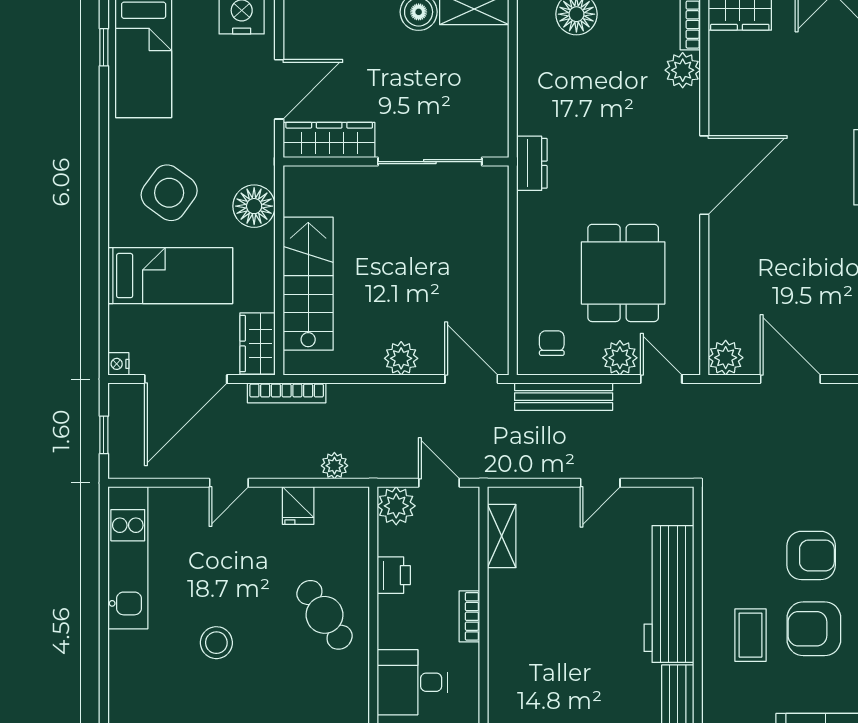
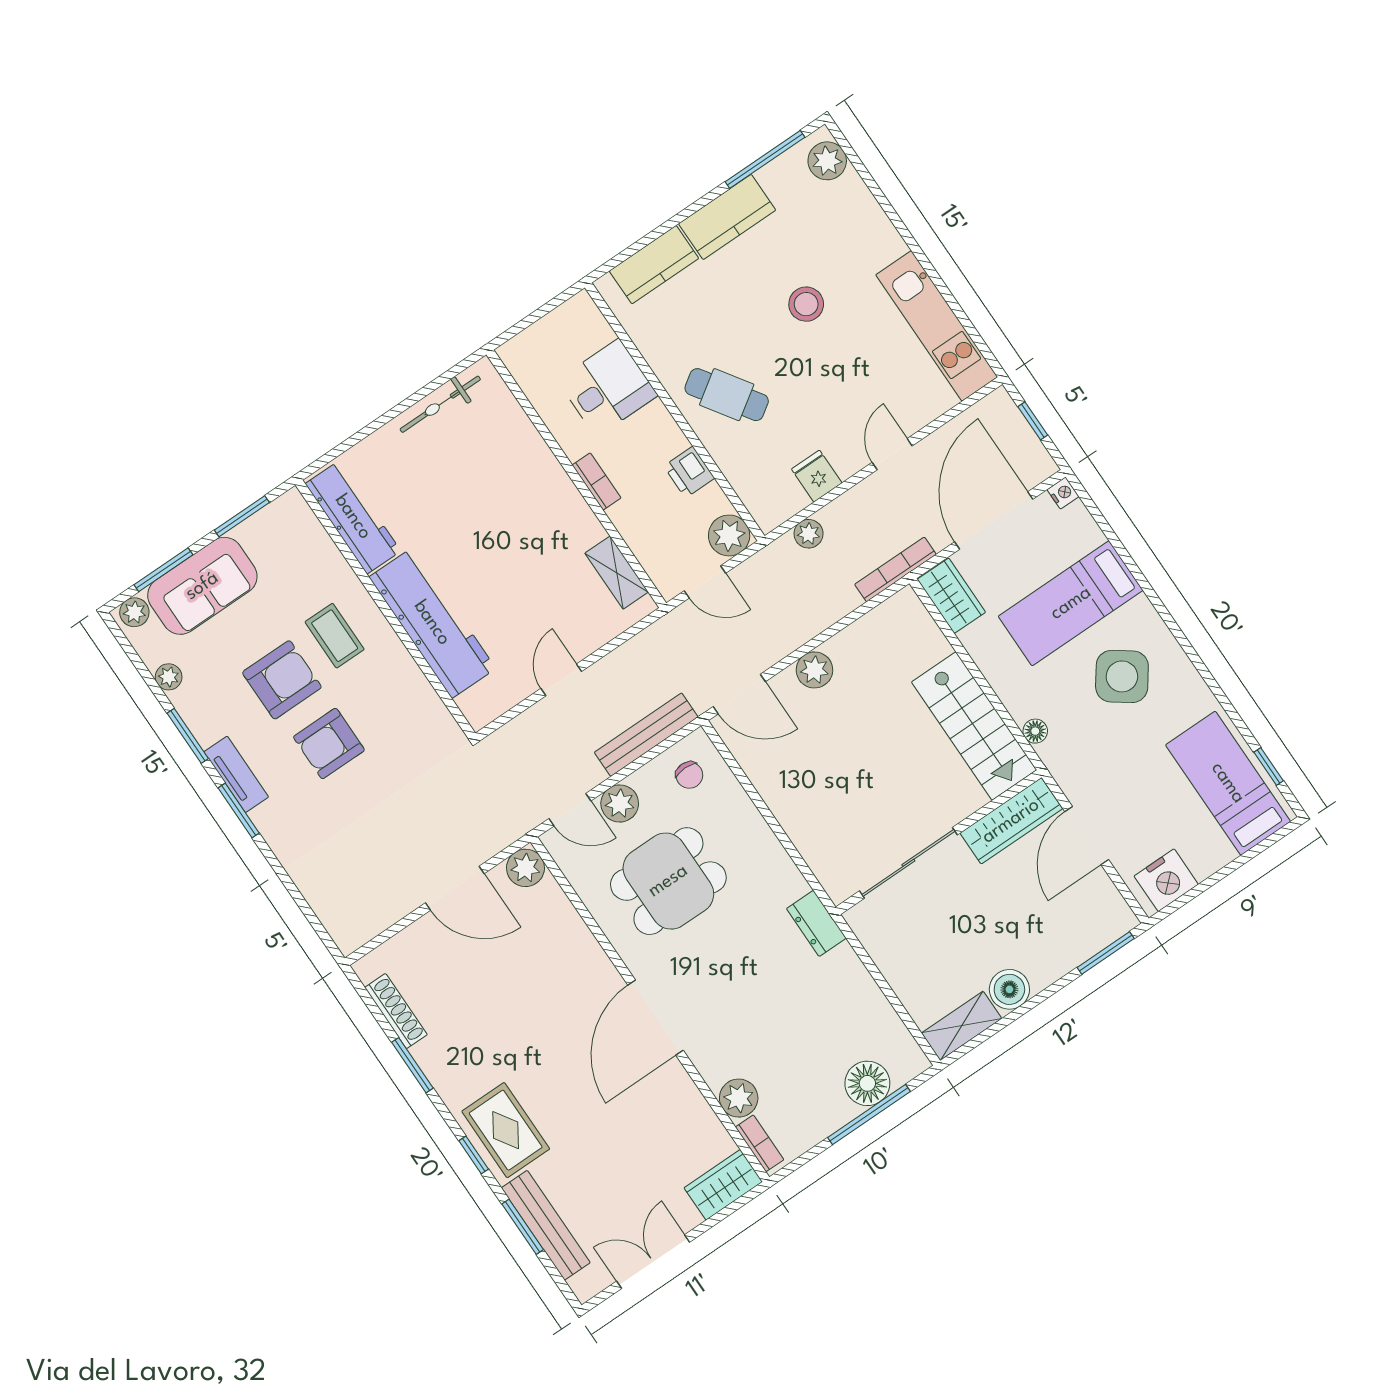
floor lamp: (254, 206) -> (1035, 731), width x0.53, depth x0.53
dining table: (623, 273) -> (668, 881), turned 90
stairs: (308, 284) -> (974, 726), moved

